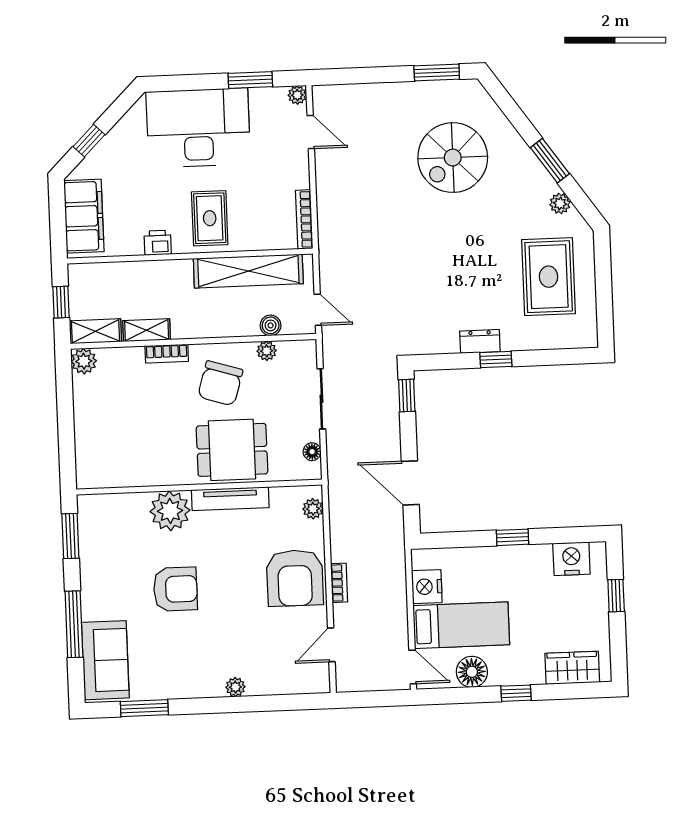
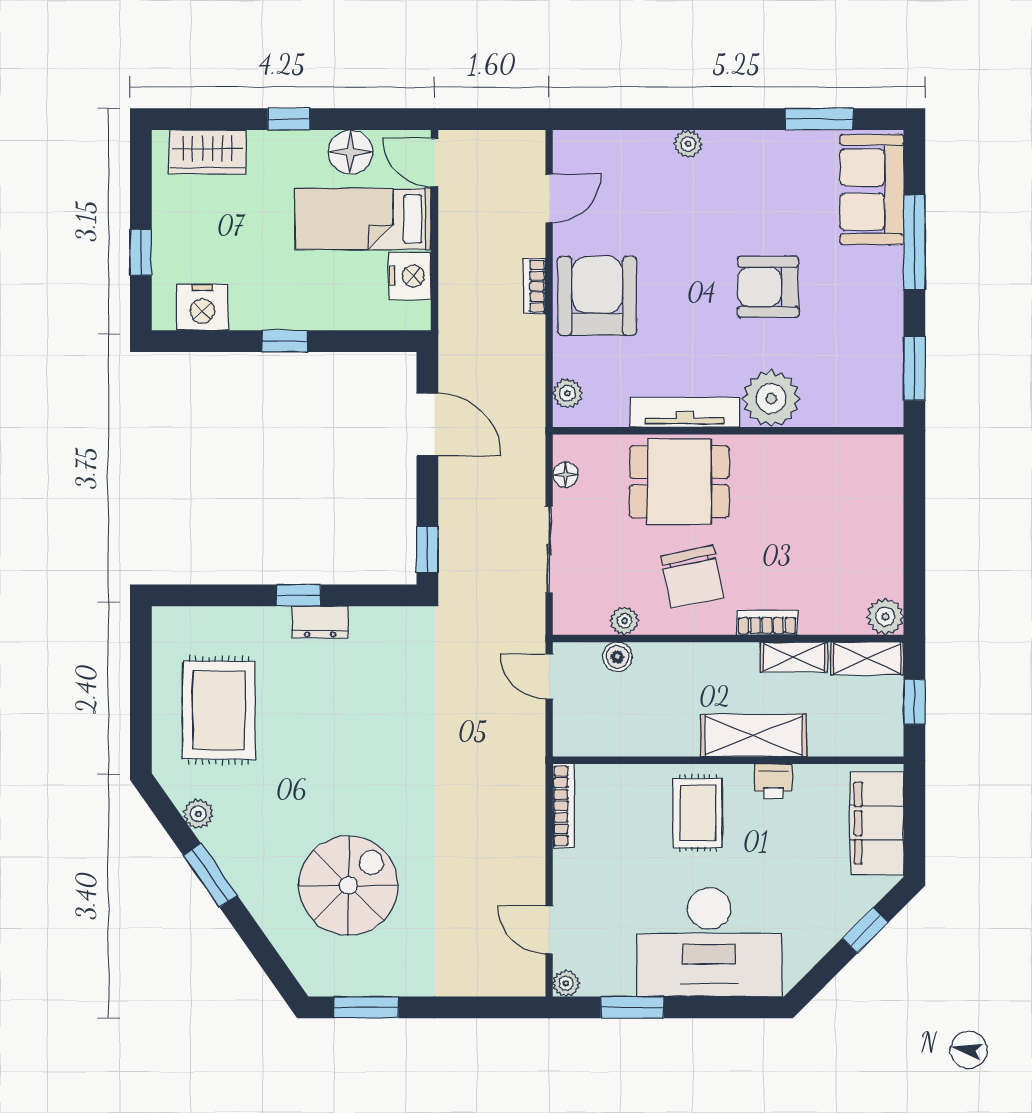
shelving: (248, 271) -> (754, 735), moved, width x0.68
chair: (220, 383) -> (692, 577), turned 151

